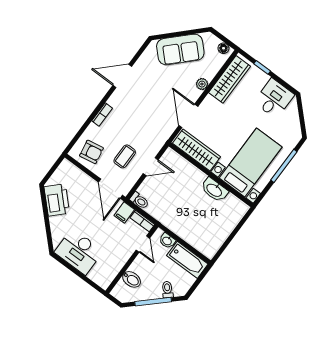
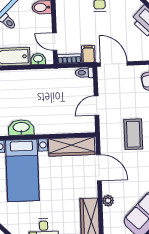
coffee table: (125, 156) -> (133, 134), moved, width x1.36, depth x1.30
washbasin: (214, 190) -> (21, 128), moved

